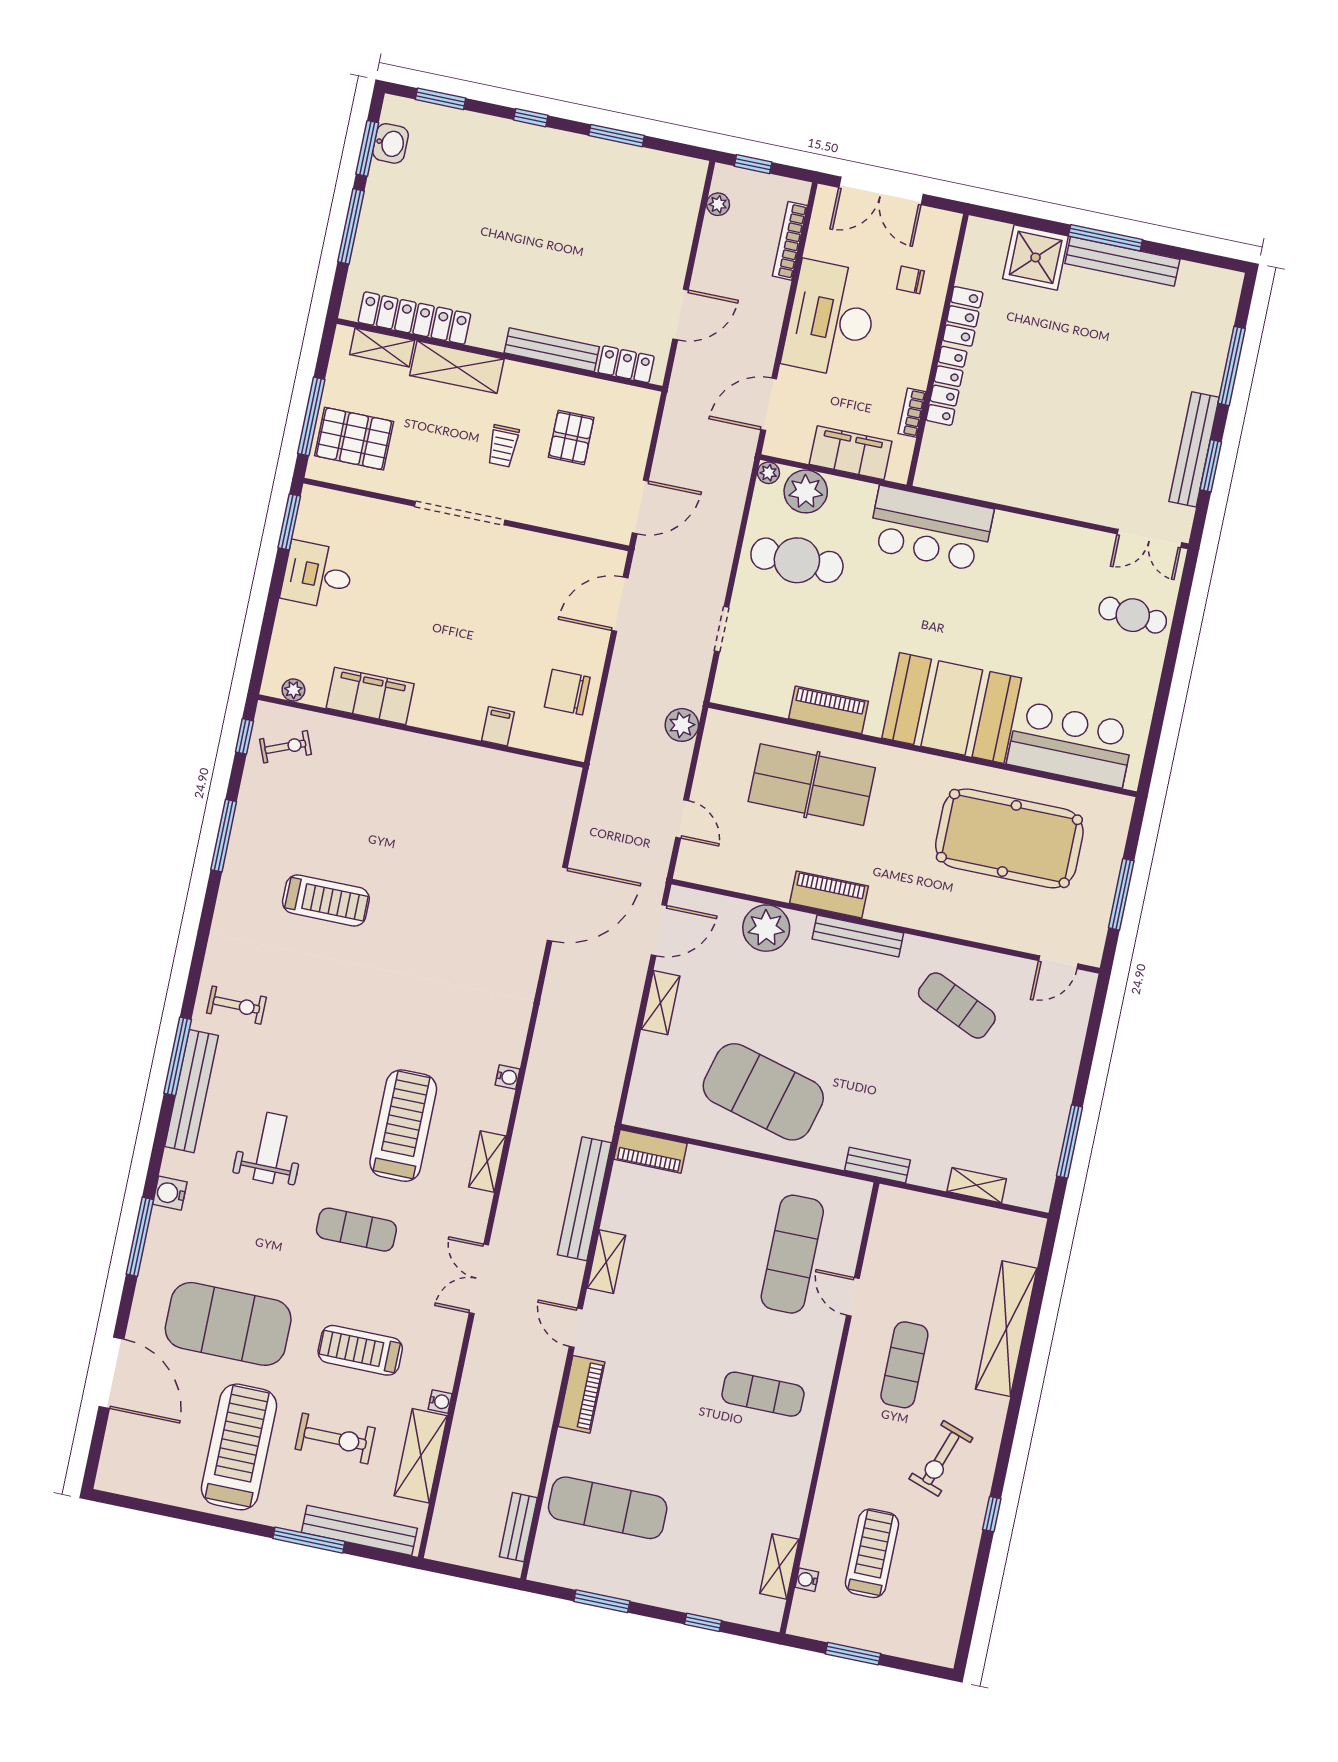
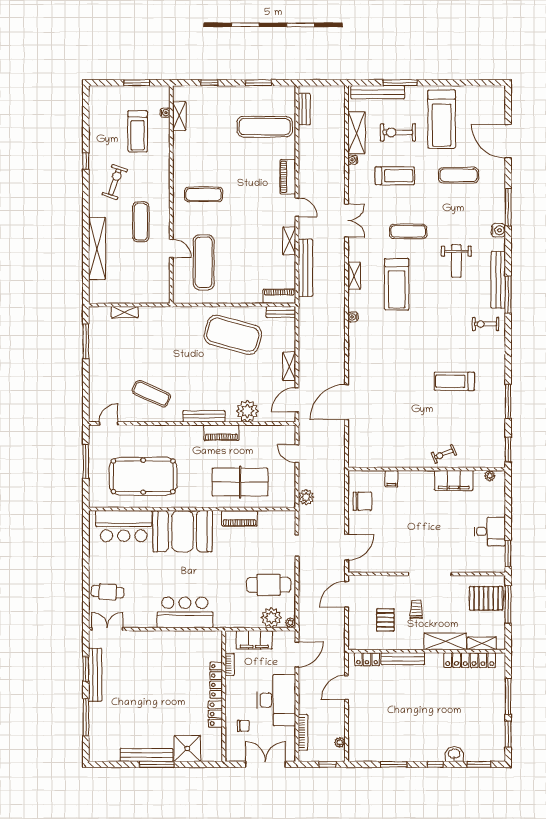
washbasin: (390, 143) -> (454, 754), moved, turned 90
bar counter: (930, 529) -> (185, 612), moved
window: (244, 736) -> (508, 449), width x1.50
exercise bike: (285, 747) -> (444, 454), moved
bench: (877, 1165) -> (281, 312), moved
exercise mat: (228, 1324) -> (459, 175), width x0.50, depth x0.69

